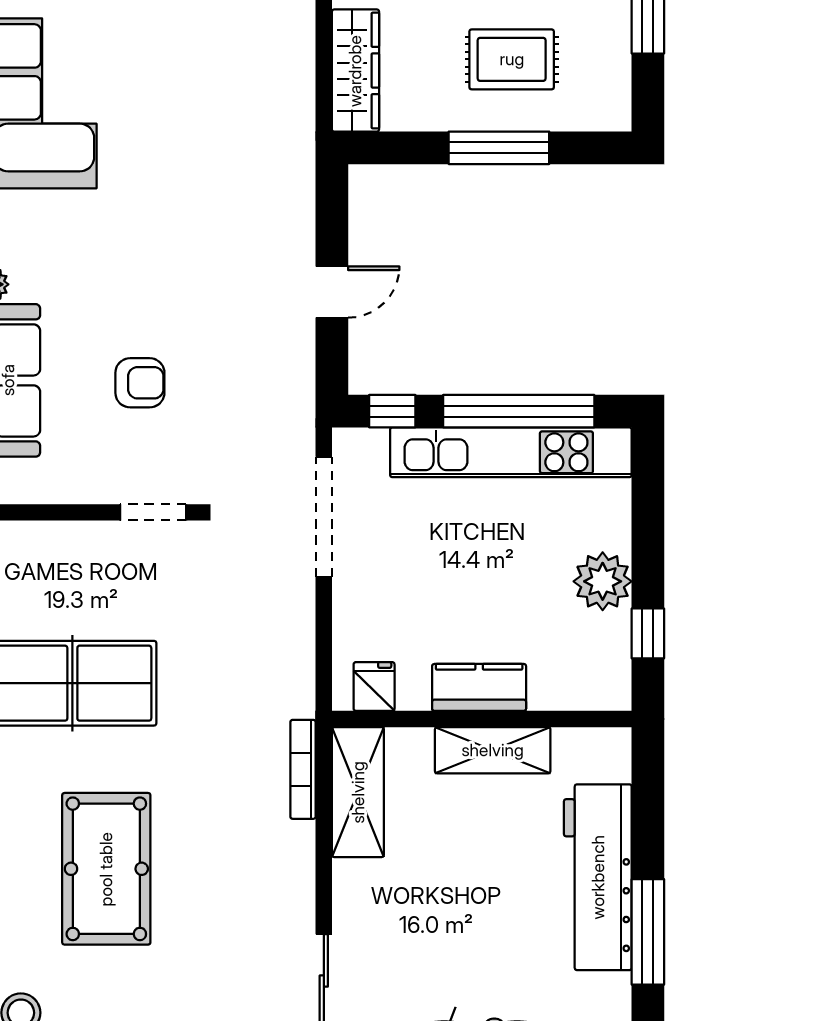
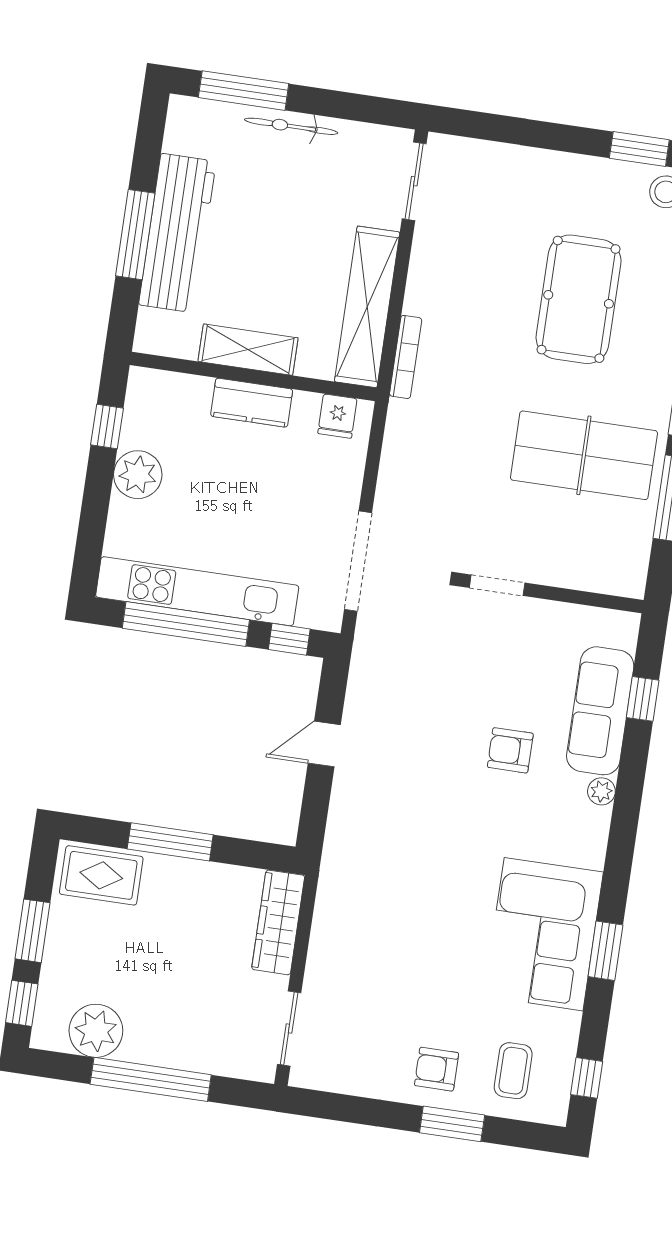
rug: (512, 59) -> (101, 875), moved
armchair: (140, 383) -> (510, 750), moved
shelving: (358, 792) -> (367, 307), width x1.47
window: (648, 932) -> (135, 235), moved

